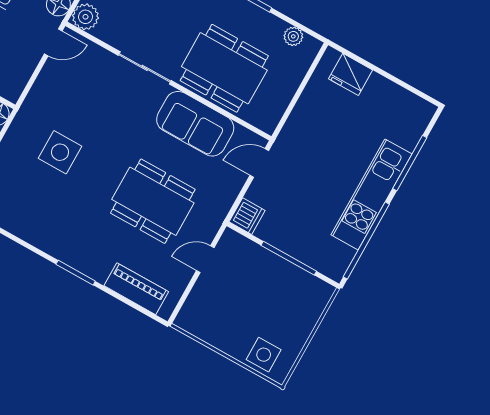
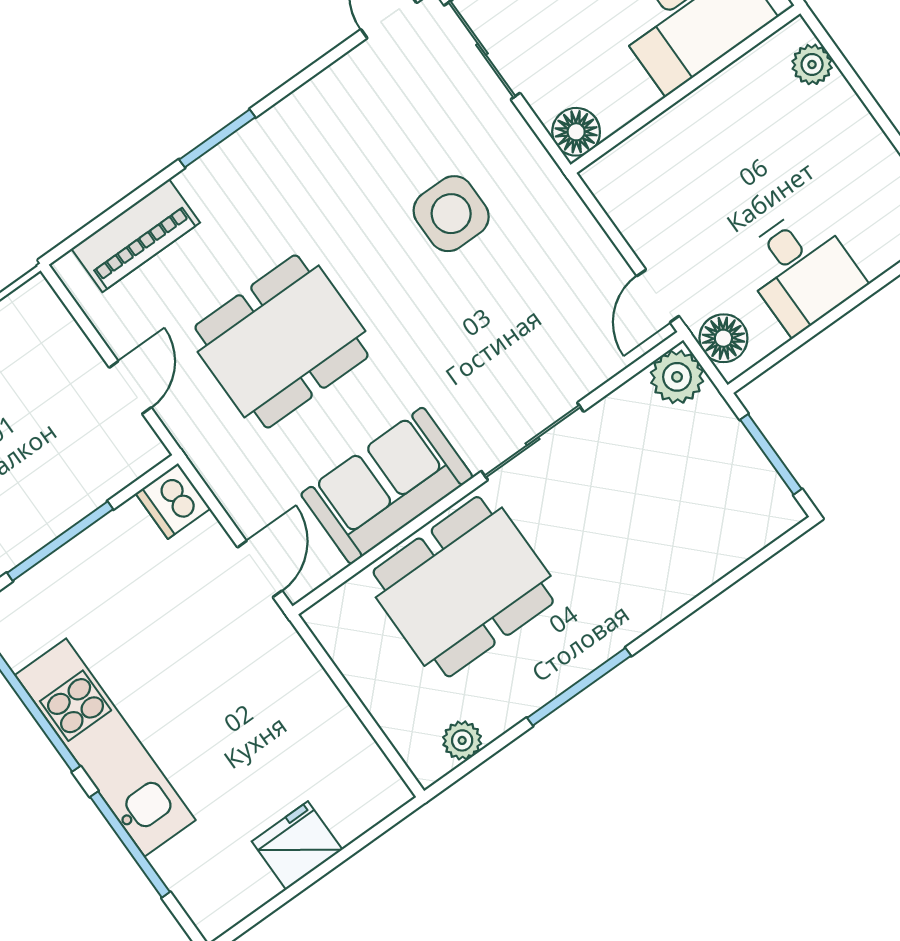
fridge: (351, 74) -> (297, 845), moved

